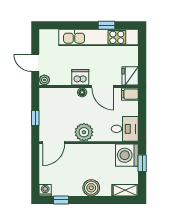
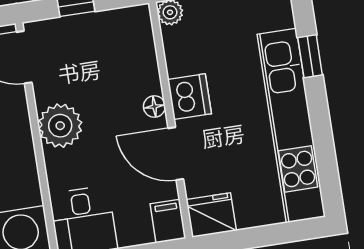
window: (106, 25) -> (310, 56), moved
door: (103, 87) -> (176, 154), hinge flipped

